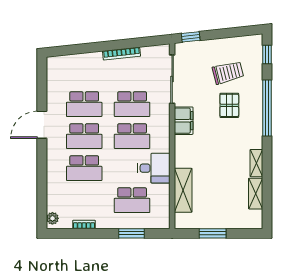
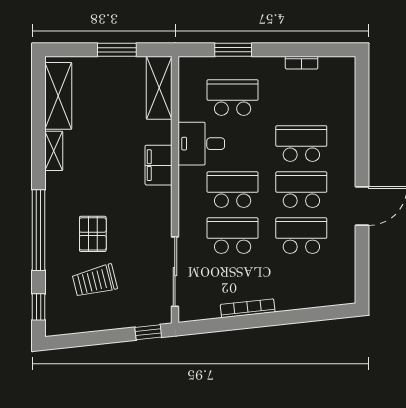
filing cabinet: (184, 121) -> (158, 165), moved
shelving: (183, 190) -> (159, 88), moved
shelving: (256, 194) -> (58, 96), width x1.50, depth x1.33
plant: (52, 218) -> (347, 72), removed

